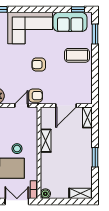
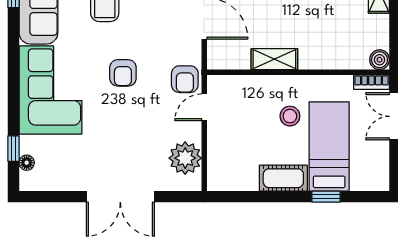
armchair: (36, 96) -> (185, 79), turned 180
door: (21, 105) -> (204, 107), hinge flipped

